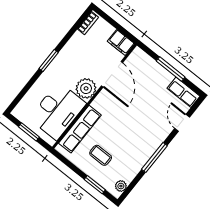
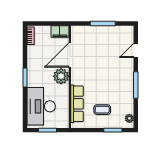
door: (112, 74) -> (70, 55), swing flipped
row of seats: (184, 92) -> (122, 31), removed
desk: (58, 111) -> (41, 106), moved, turned 180
door: (182, 123) -> (136, 50), hinge flipped

